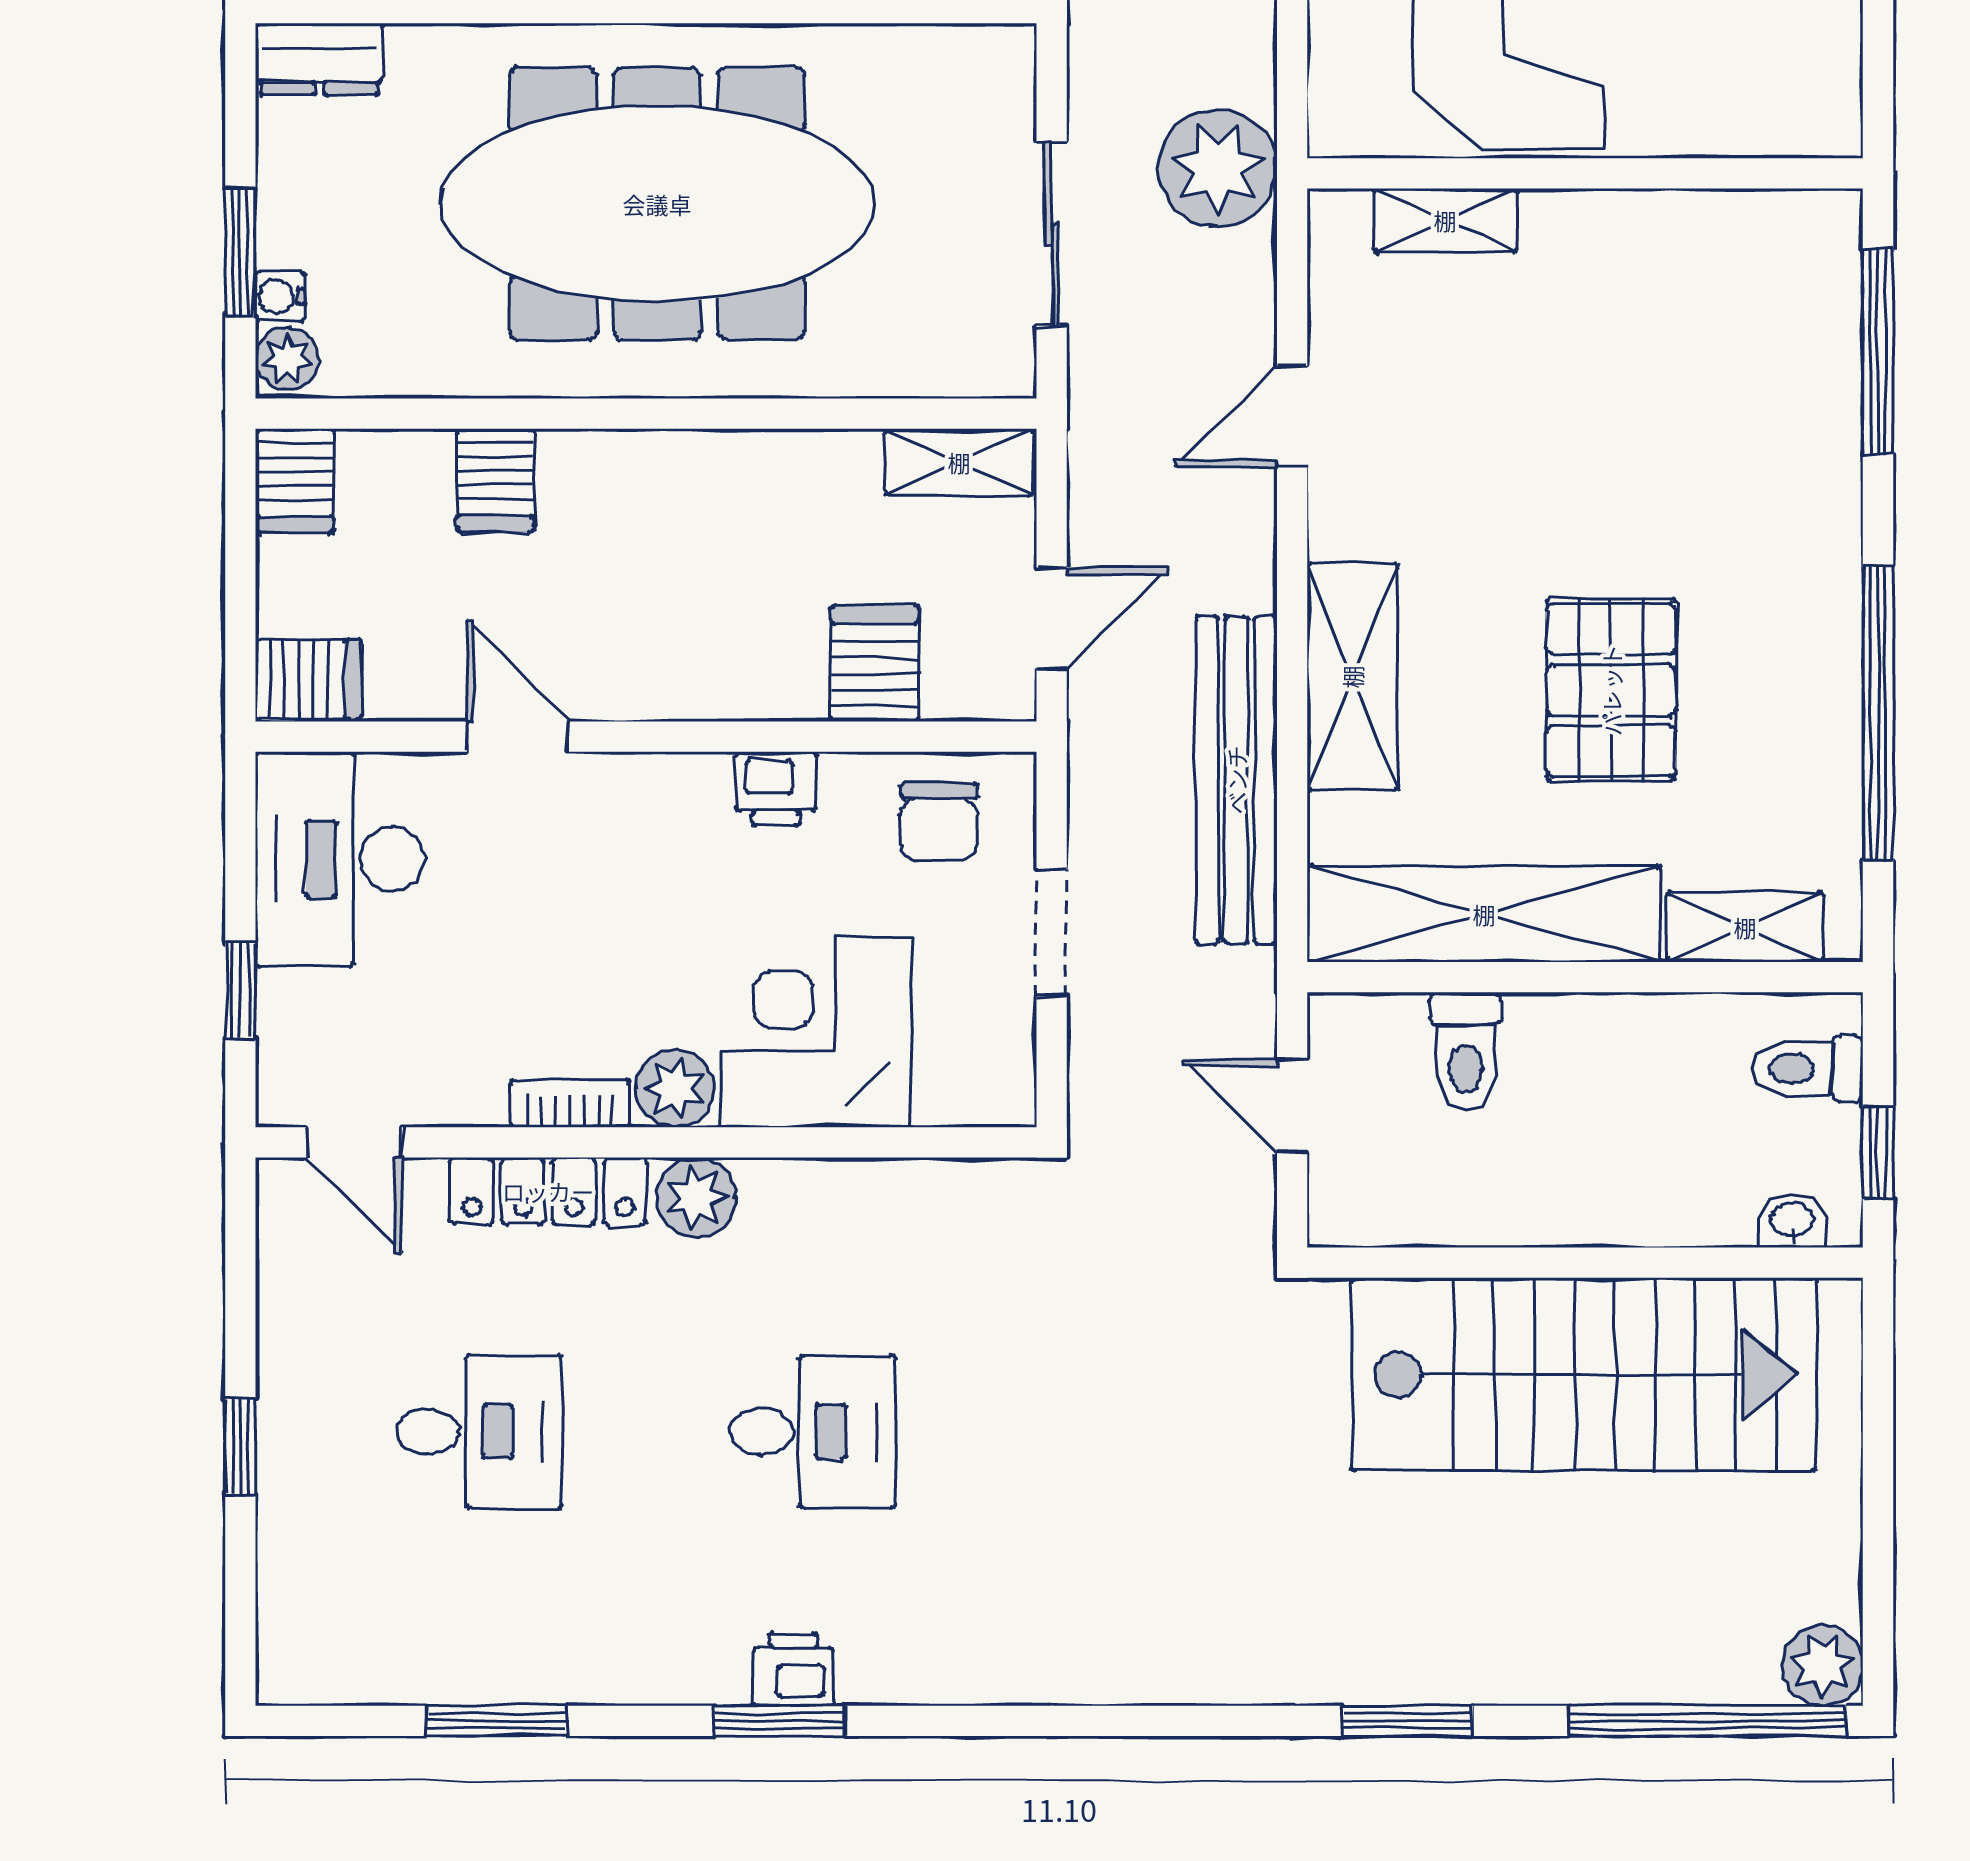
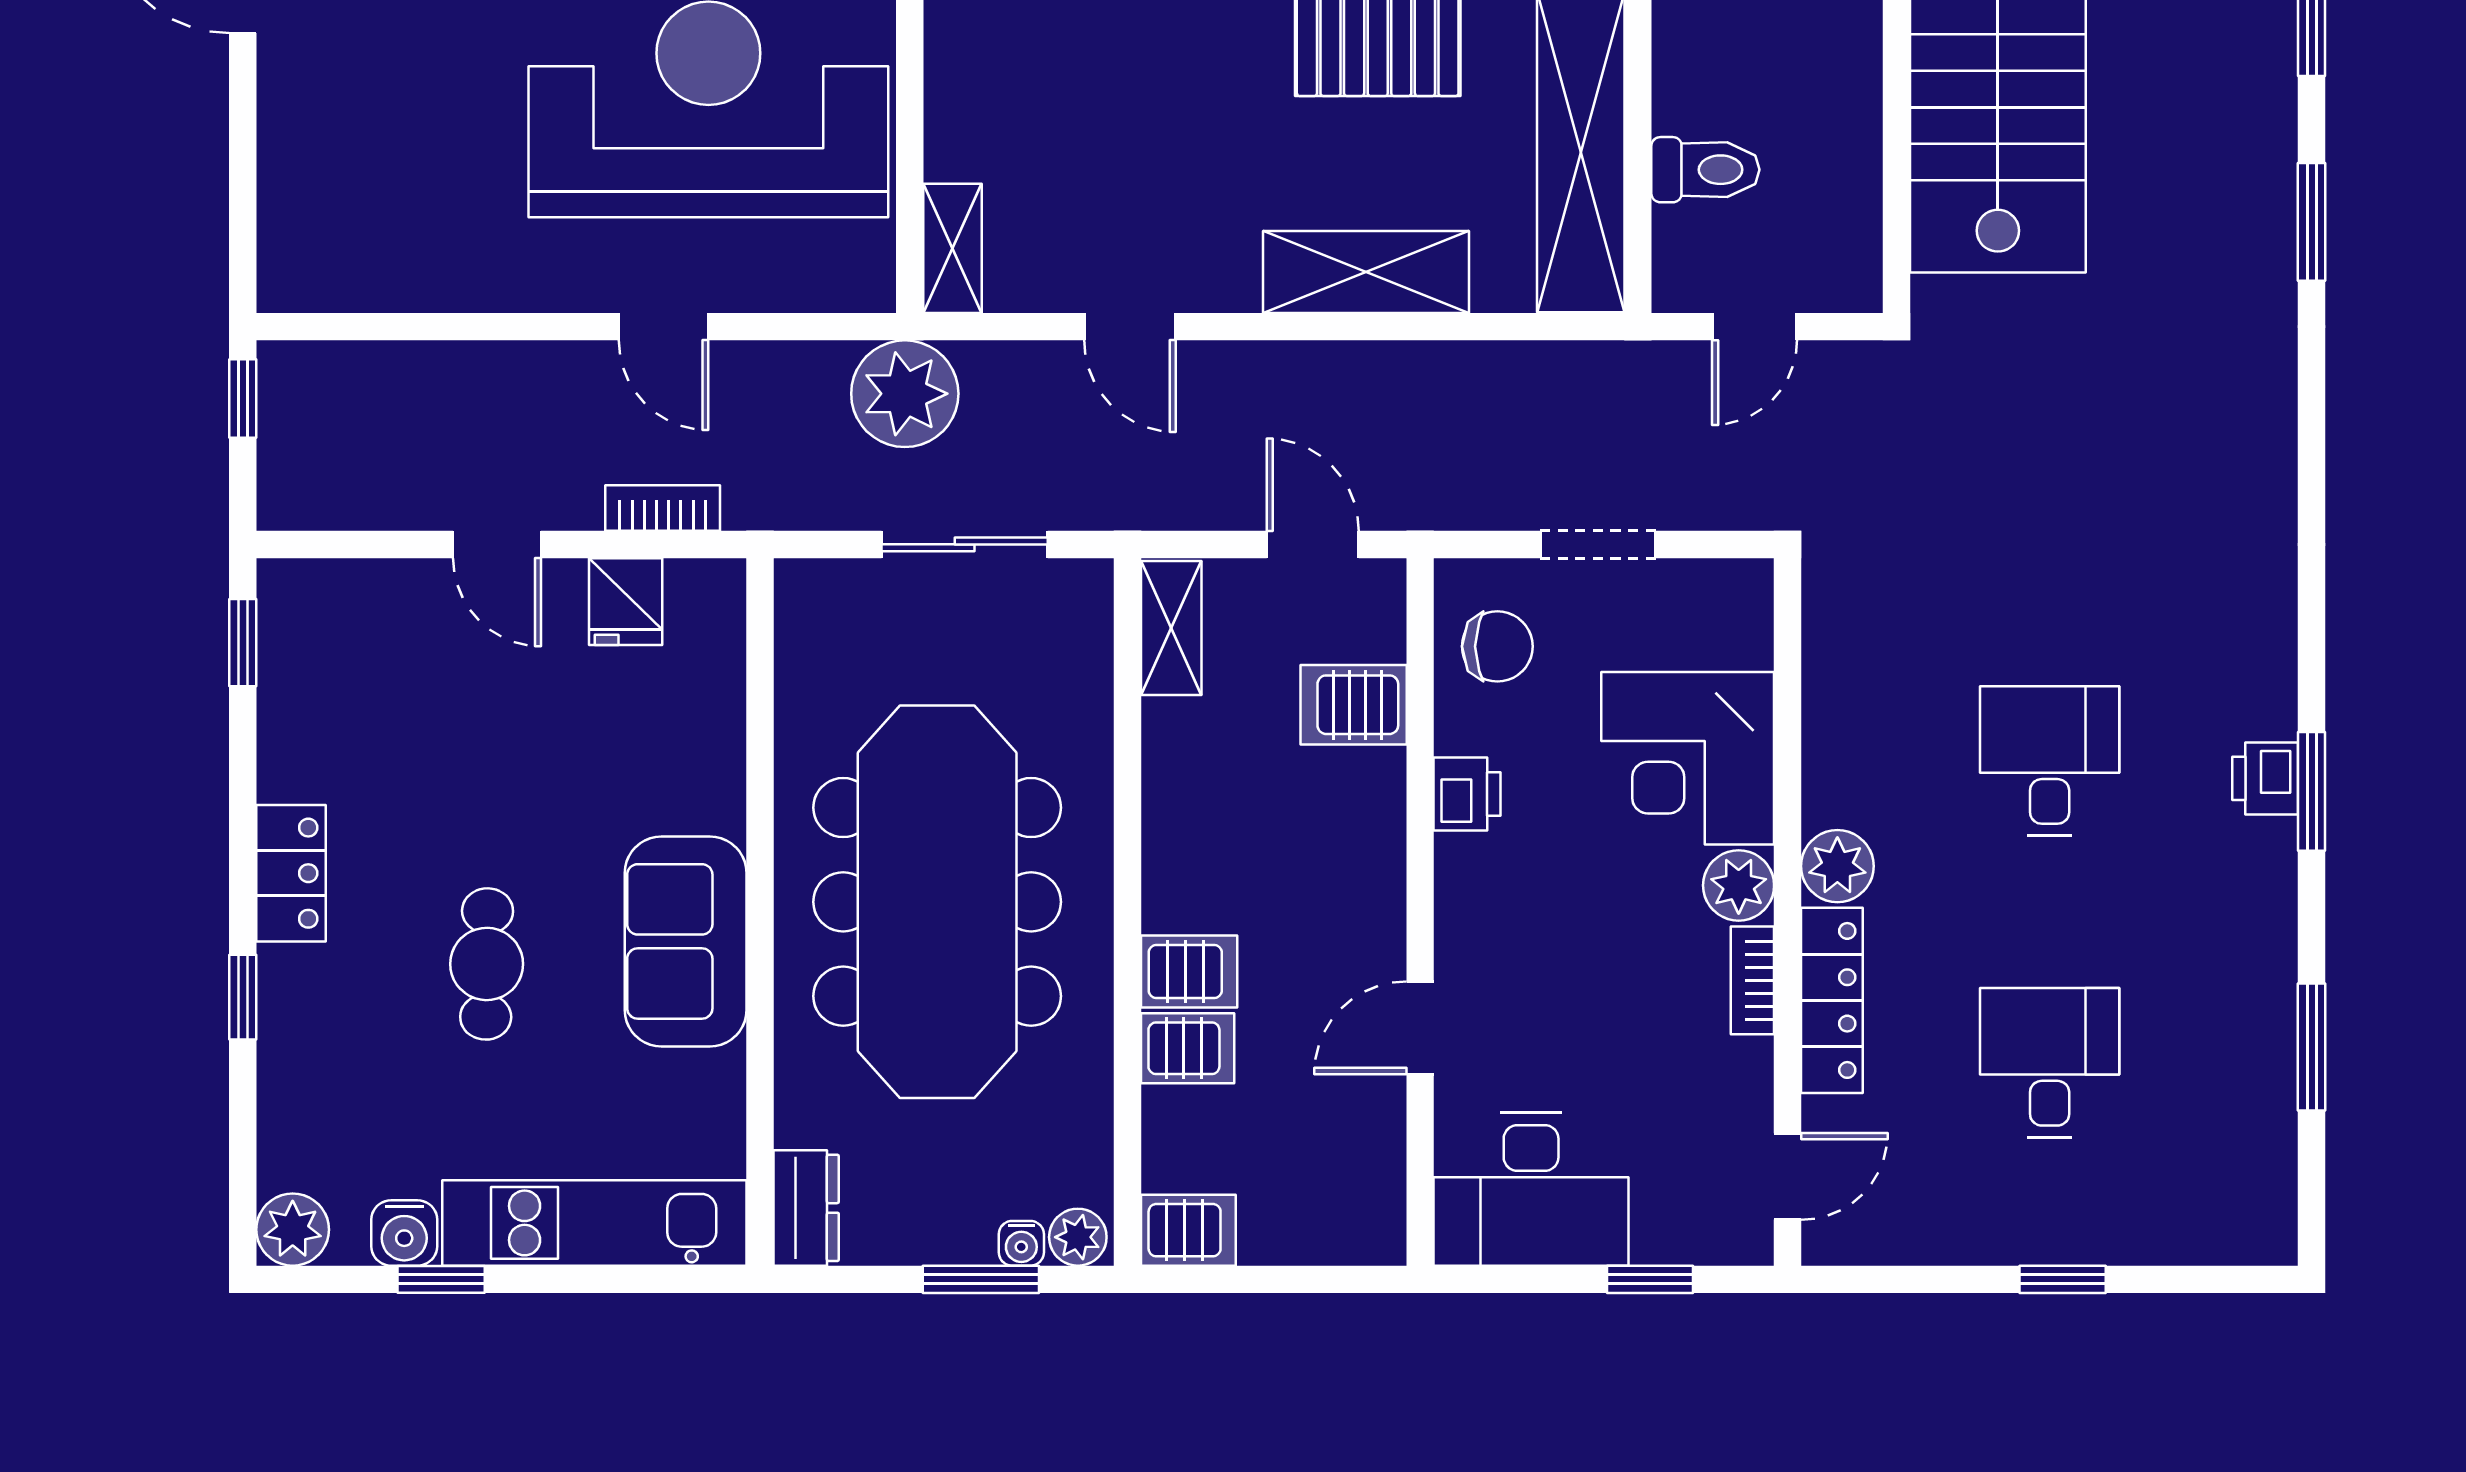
shelving: (1445, 220) -> (952, 248), moved
server rack: (308, 679) -> (1189, 972), moved, turned 90
bench: (1236, 780) -> (1459, 377), removed

